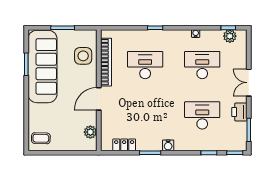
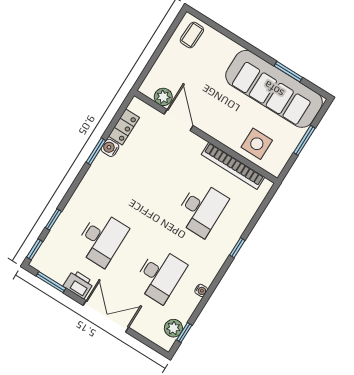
double door: (249, 83) -> (106, 316), width x1.37
door: (99, 99) -> (179, 120), moved
water cooler: (168, 145) -> (110, 148), moved

